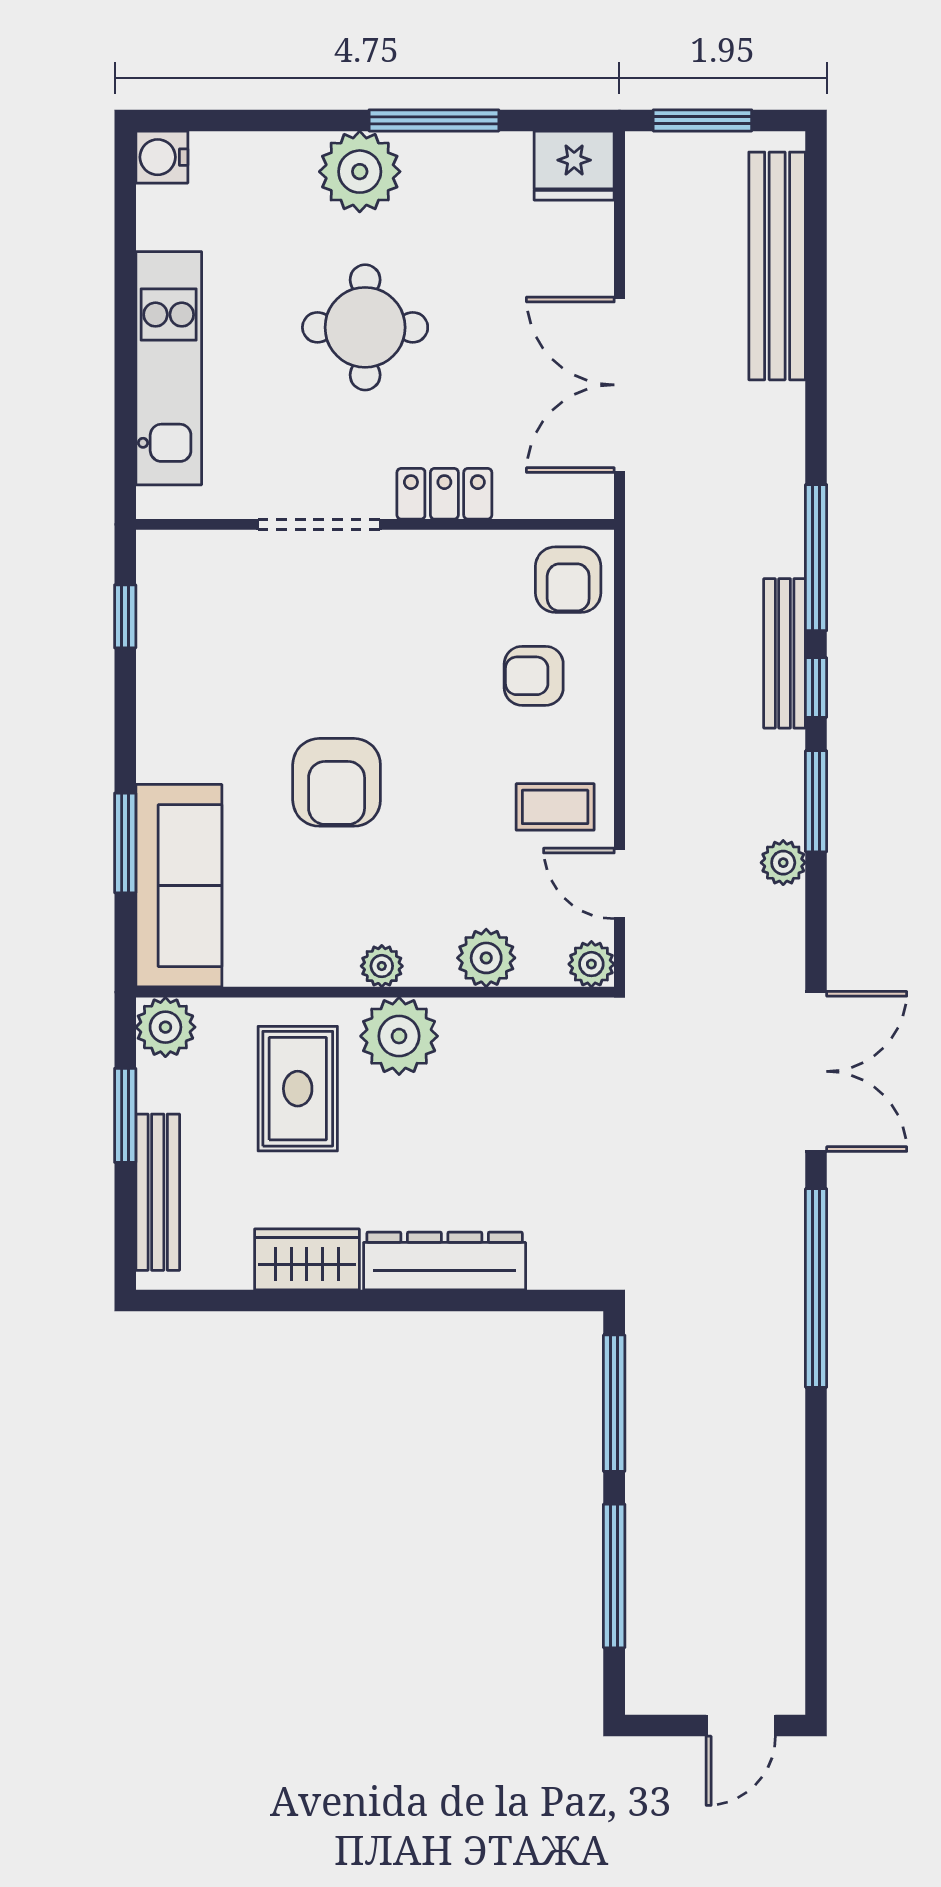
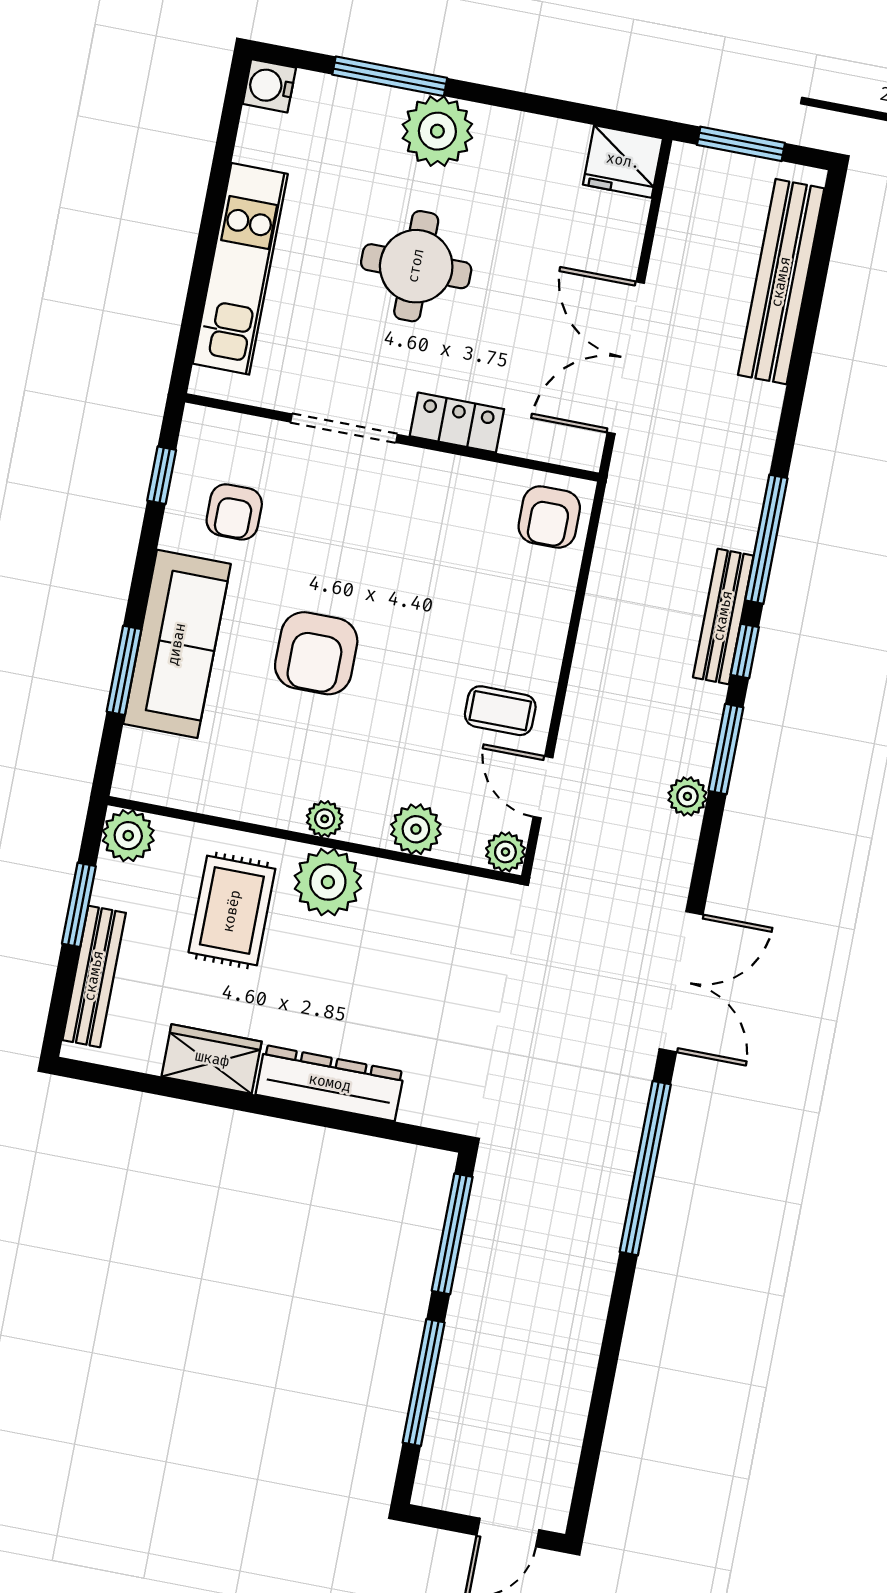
window: (434, 120) -> (390, 76), moved
armchair: (534, 676) -> (234, 512), moved, turned -90
sofa: (179, 886) -> (177, 644), moved

